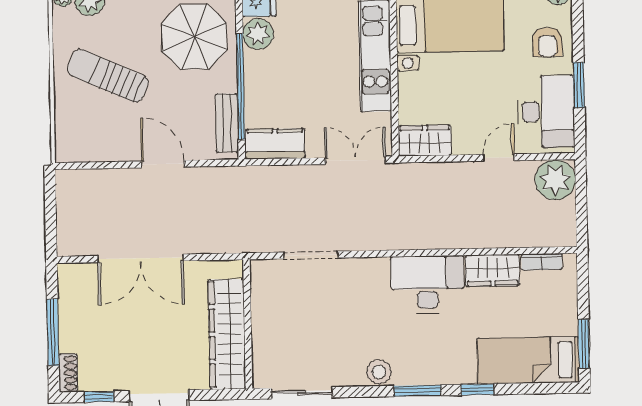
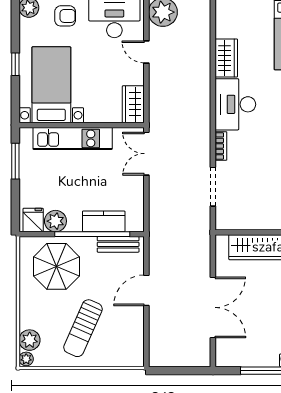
kitchen counter: (275, 144) -> (104, 221), moved, turned 90
bookcase: (542, 262) -> (221, 146), moved

